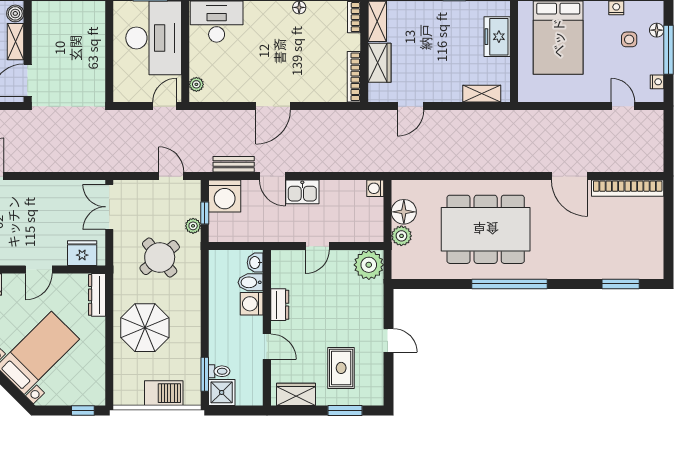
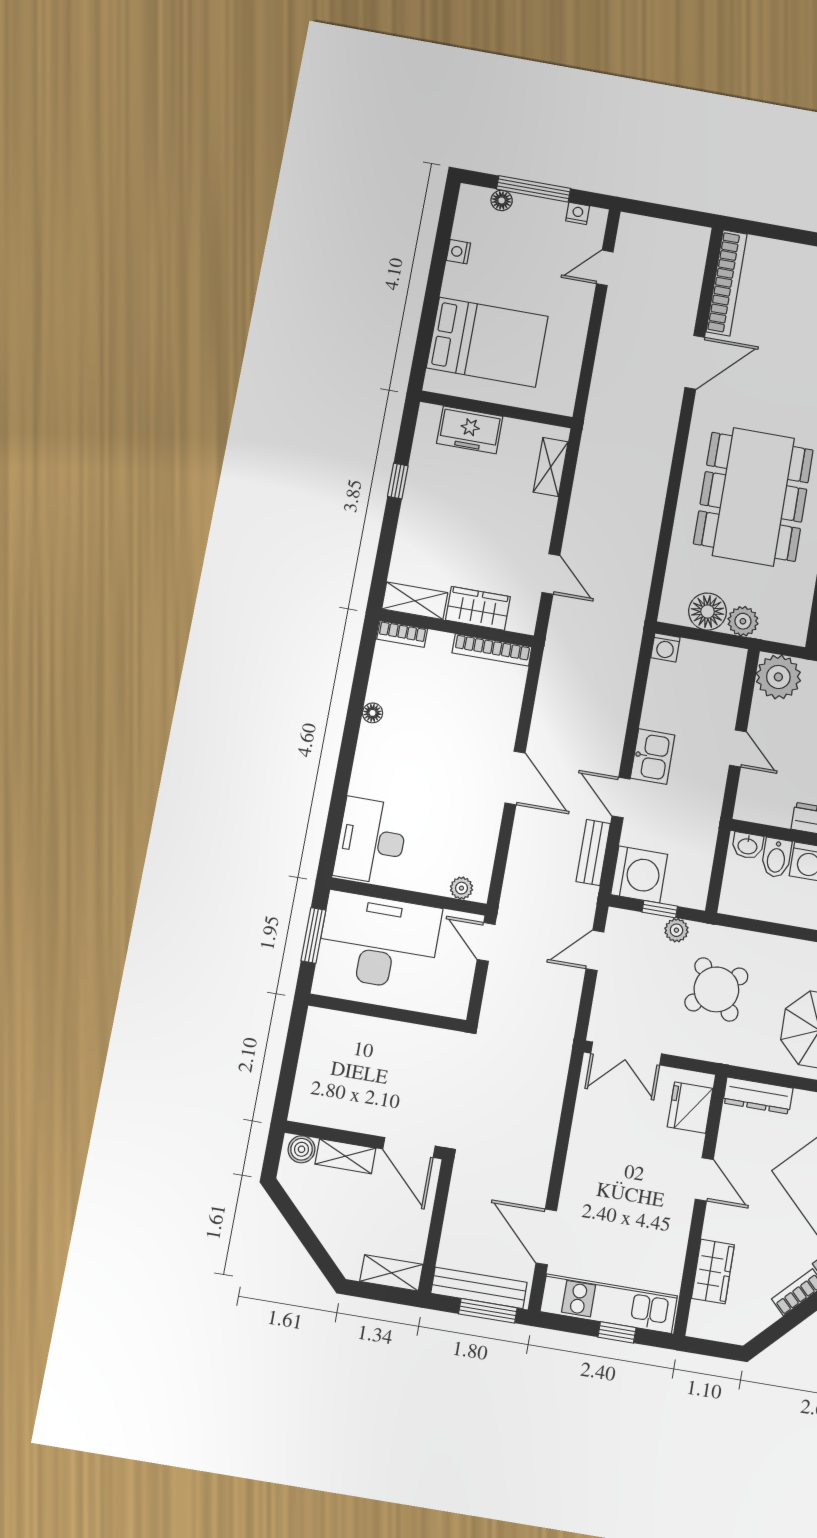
side table: (629, 39) -> (508, 242), removed
door: (272, 176) -> (621, 797), swing flipped

